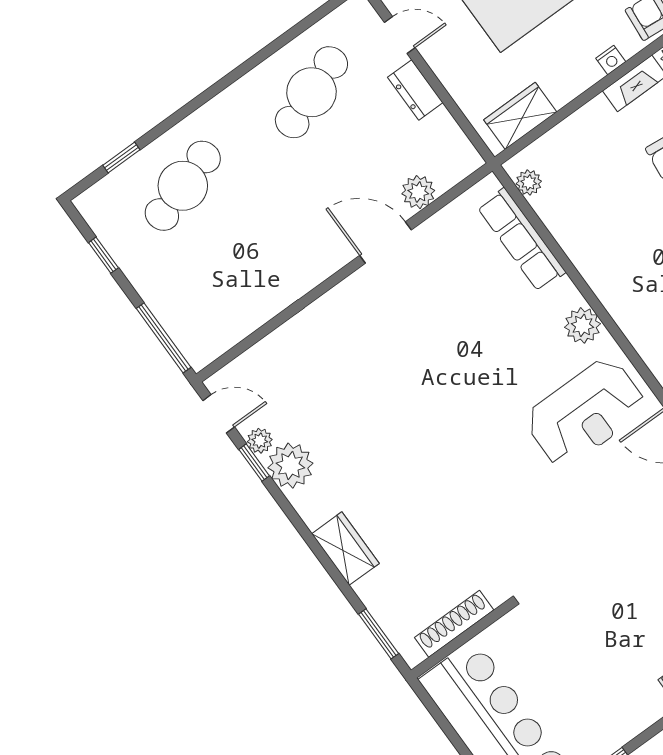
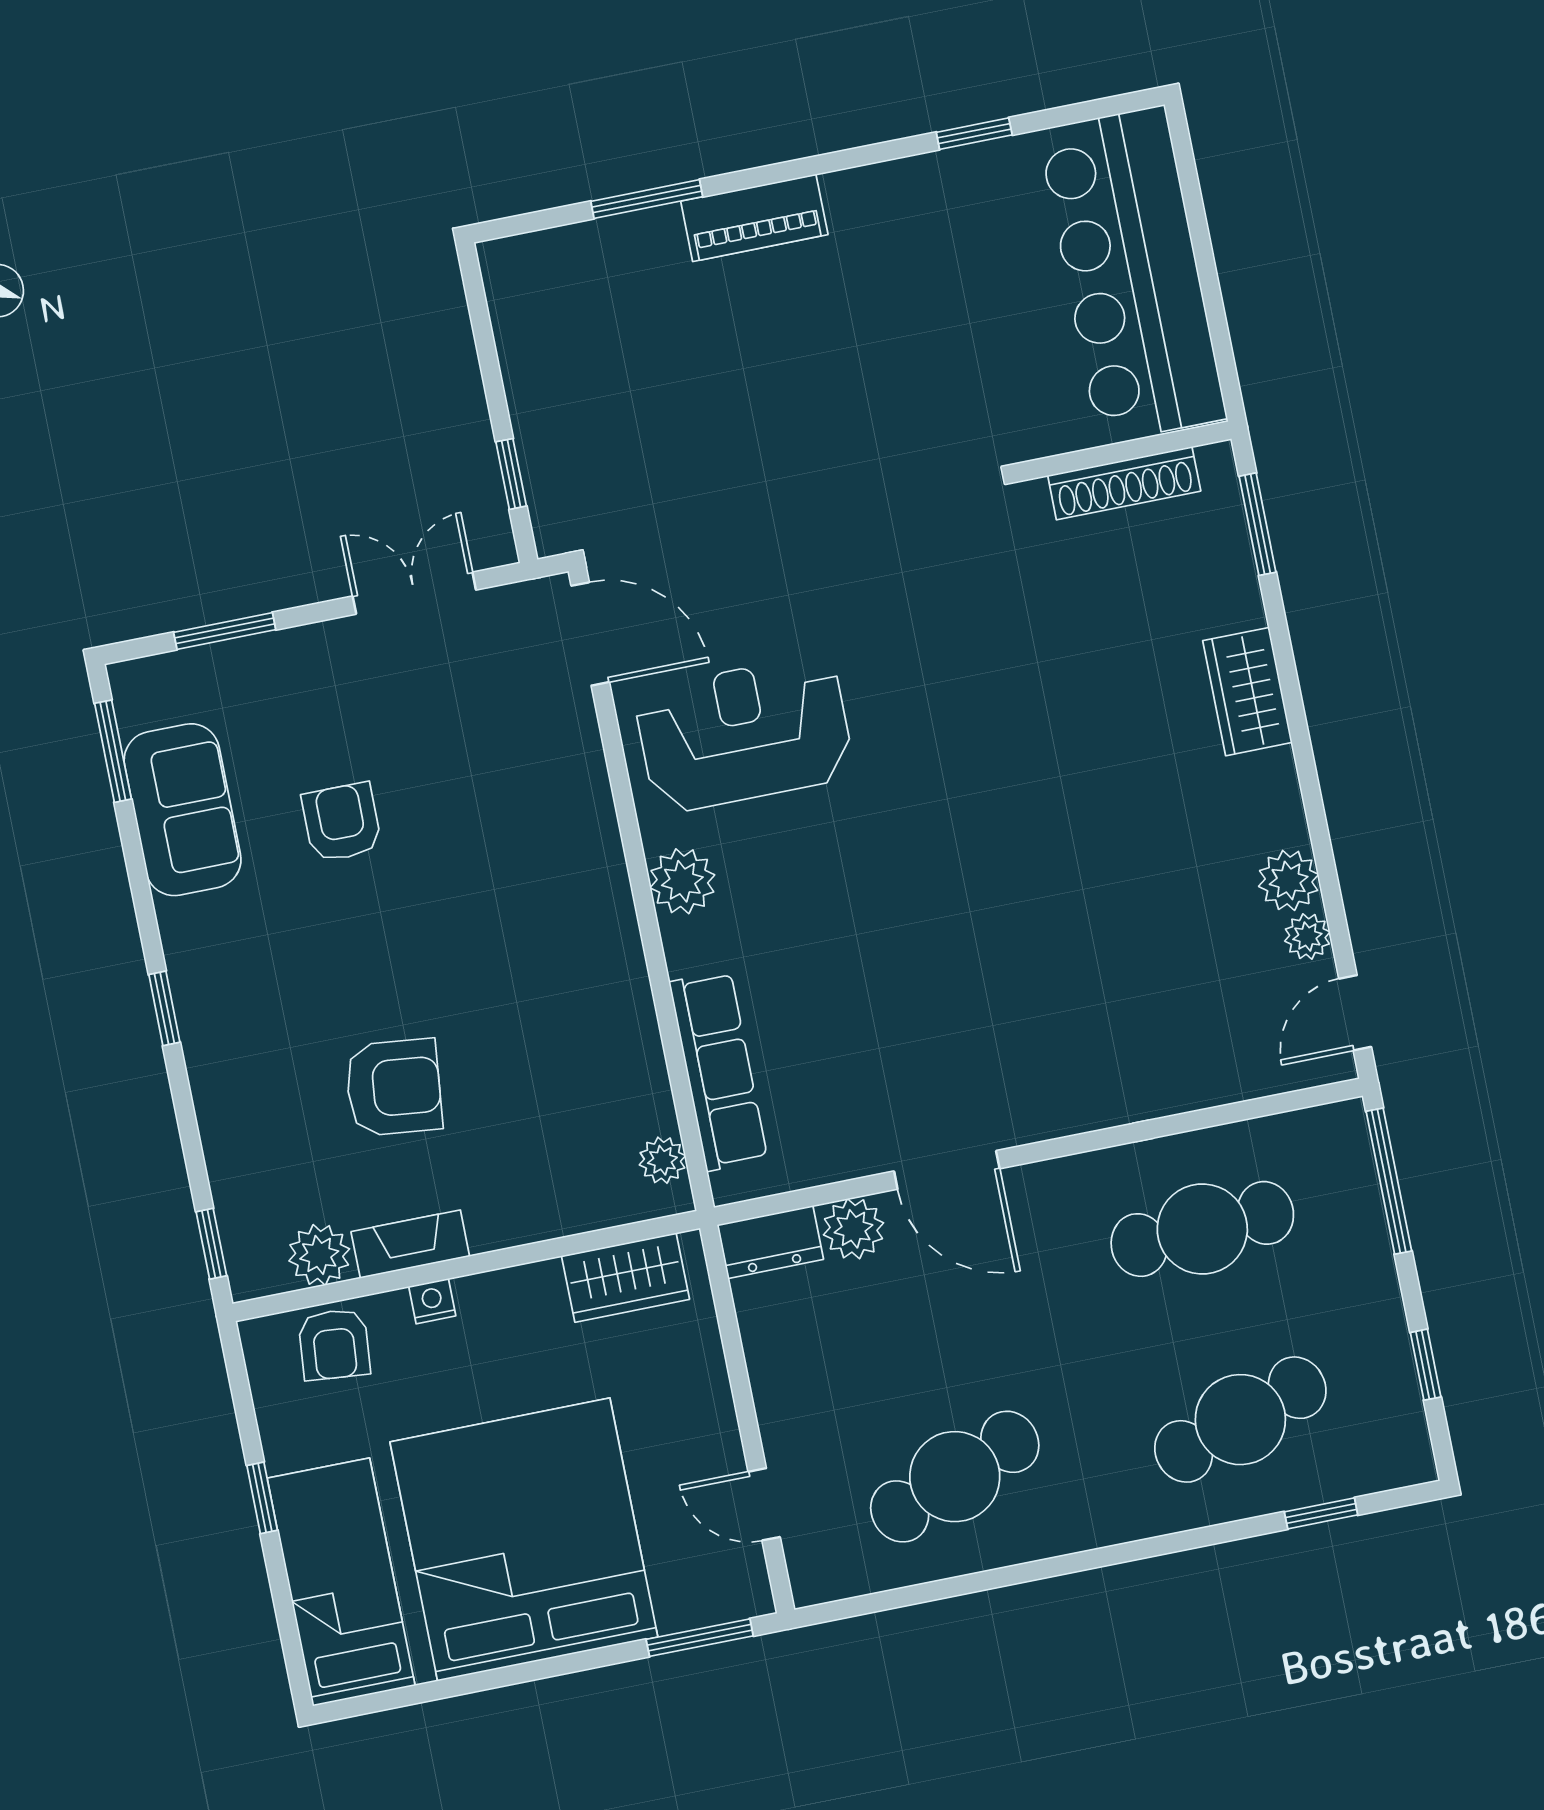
dresser: (415, 90) -> (770, 1242), moved, turned 90
cafe table: (245, 272) -> (1202, 1229), added
door: (219, 414) -> (1355, 1013), hinge flipped
window: (254, 463) -> (1334, 904), removed
plant: (290, 466) -> (1289, 880), width x0.73, depth x0.73

